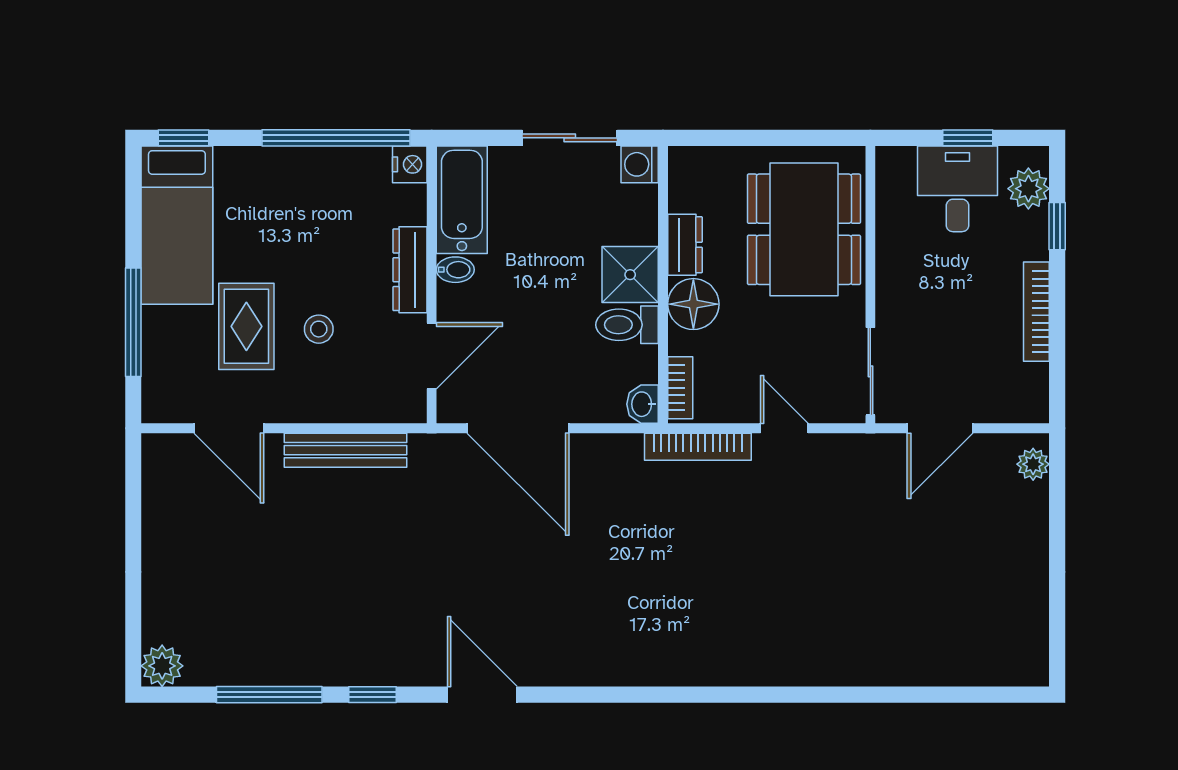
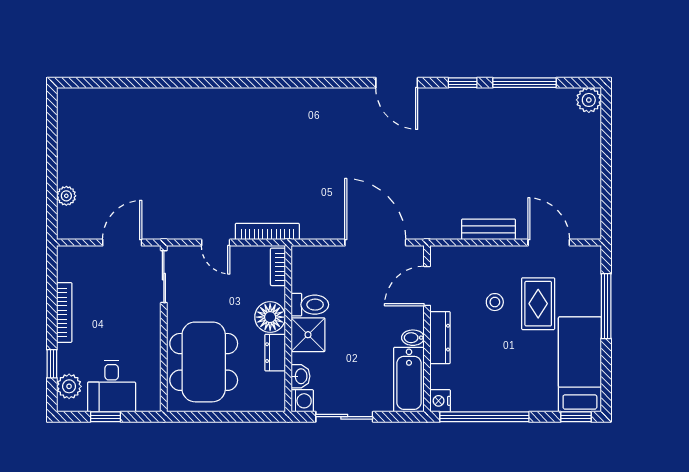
washbasin: (643, 404) -> (301, 376), moved
bench: (346, 450) -> (488, 229), width x0.73
plant: (1033, 464) -> (66, 196), moved

